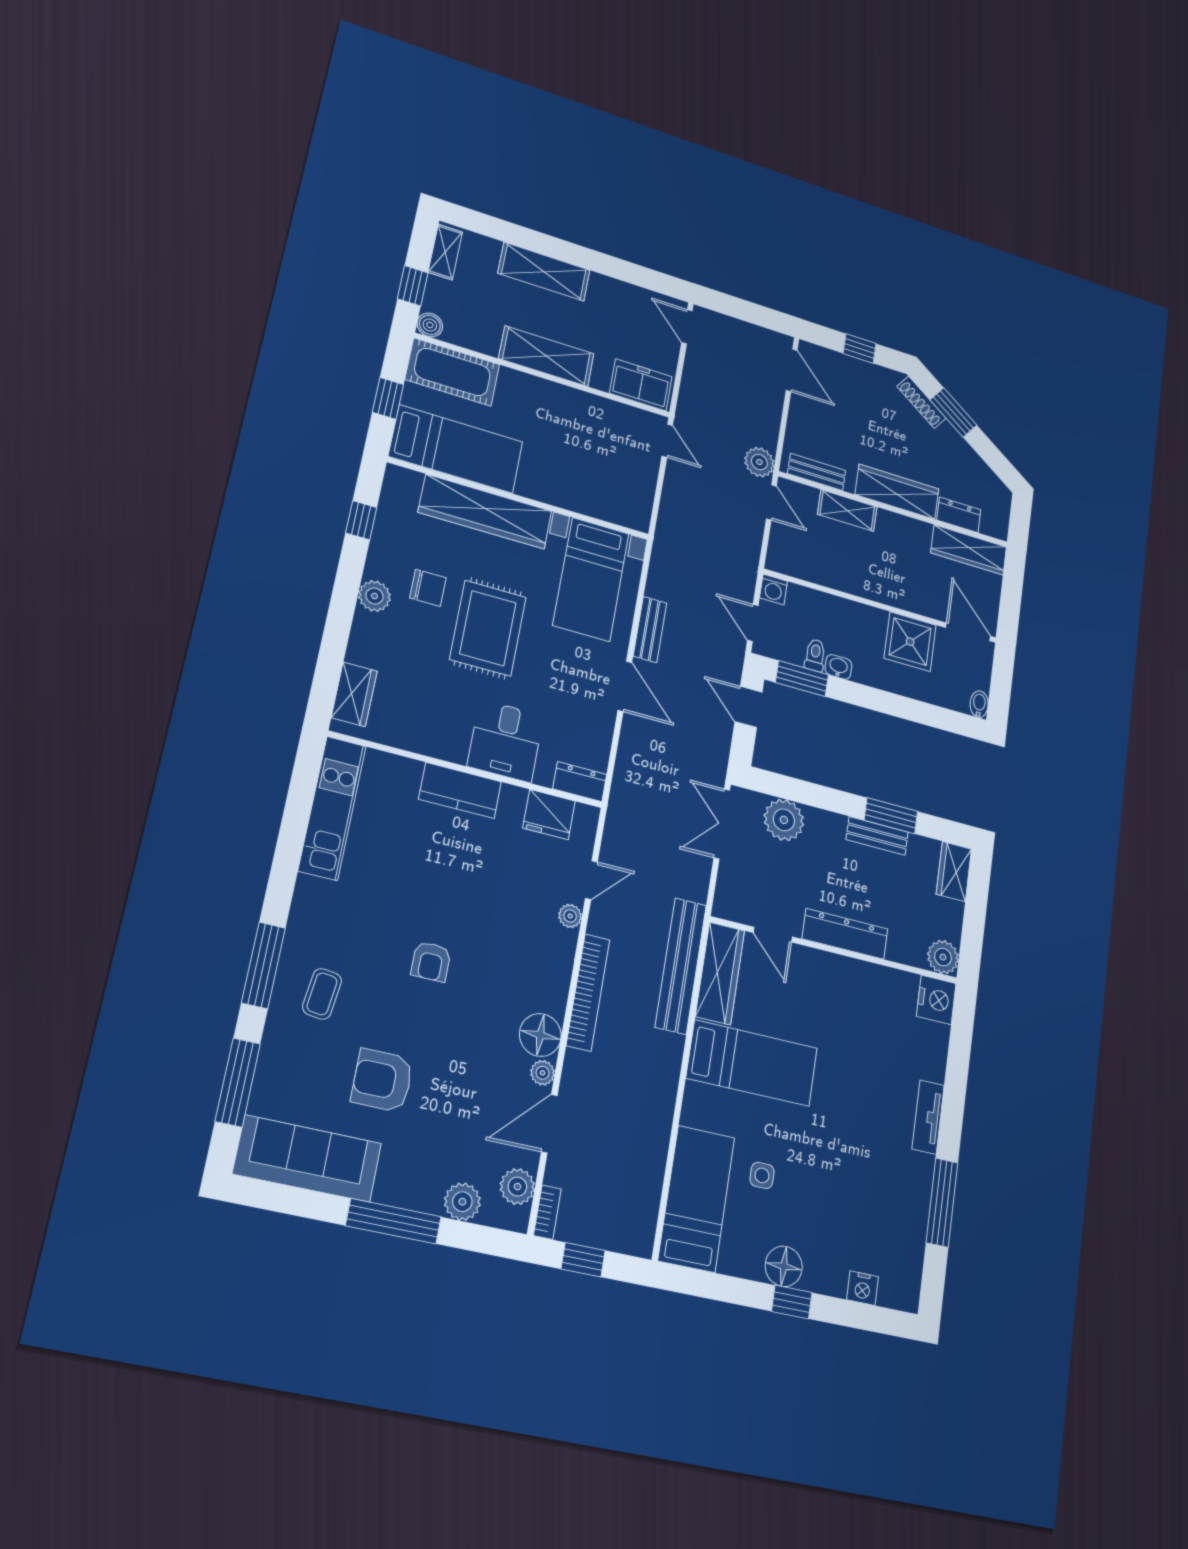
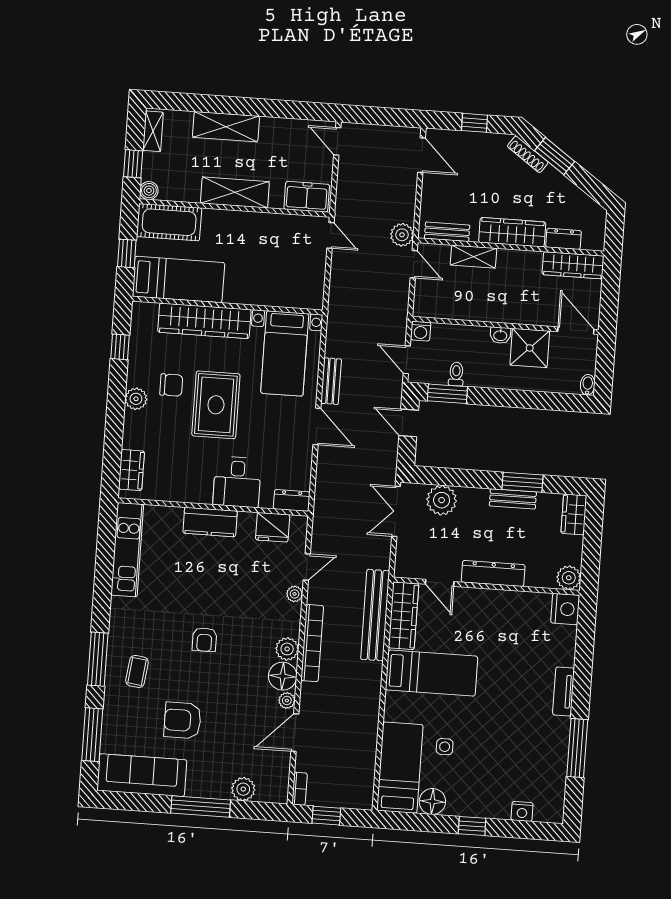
washbasin: (838, 667) -> (500, 335), moved, turned 180
plant: (517, 1187) -> (287, 649), moved
floor lamp: (784, 1266) -> (432, 802), moved

